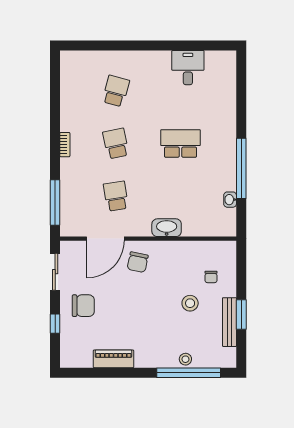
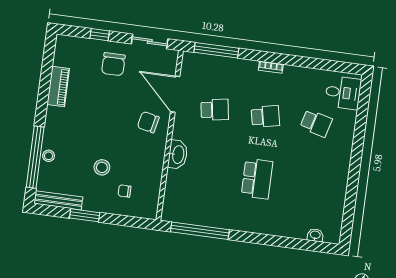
desk: (188, 68) -> (343, 93), moved
window: (241, 168) -> (200, 231), moved
washbasin: (230, 200) -> (315, 235), moved
bench: (229, 322) -> (58, 200), moved

